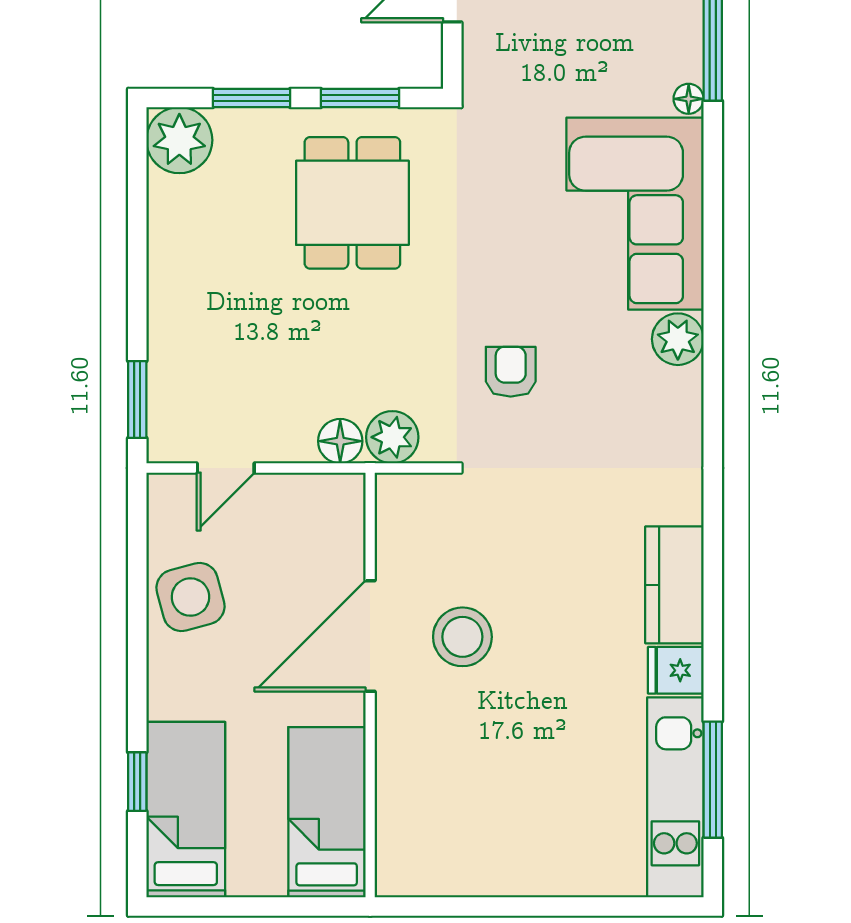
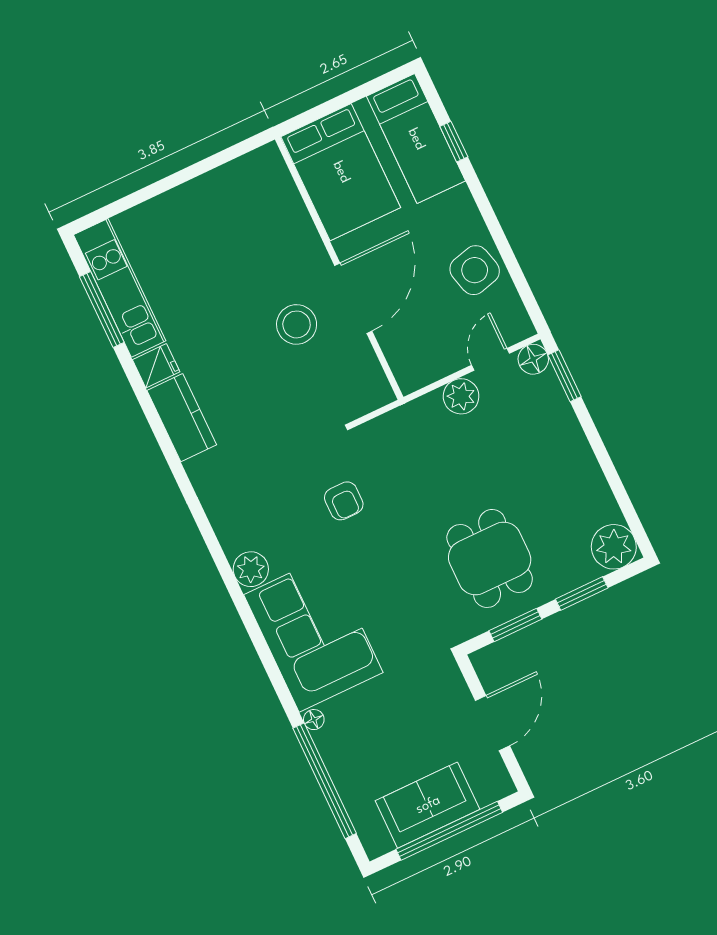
plant: (392, 437) -> (461, 396), moved
floor lamp: (340, 441) -> (533, 359), moved
bed: (327, 812) -> (341, 172), width x1.50

